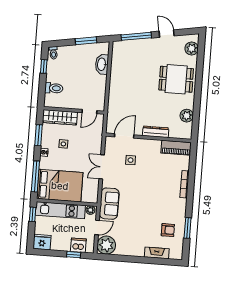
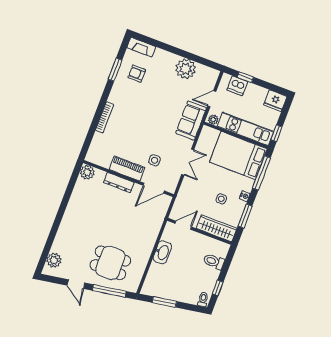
washbasin: (102, 64) -> (162, 252), moved
dining table: (176, 79) -> (110, 263), moved
plant: (187, 116) -> (87, 172), moved
piano: (176, 148) -> (127, 169), moved
plant: (106, 245) -> (186, 69), moved
fireplace: (157, 253) -> (141, 47), moved

